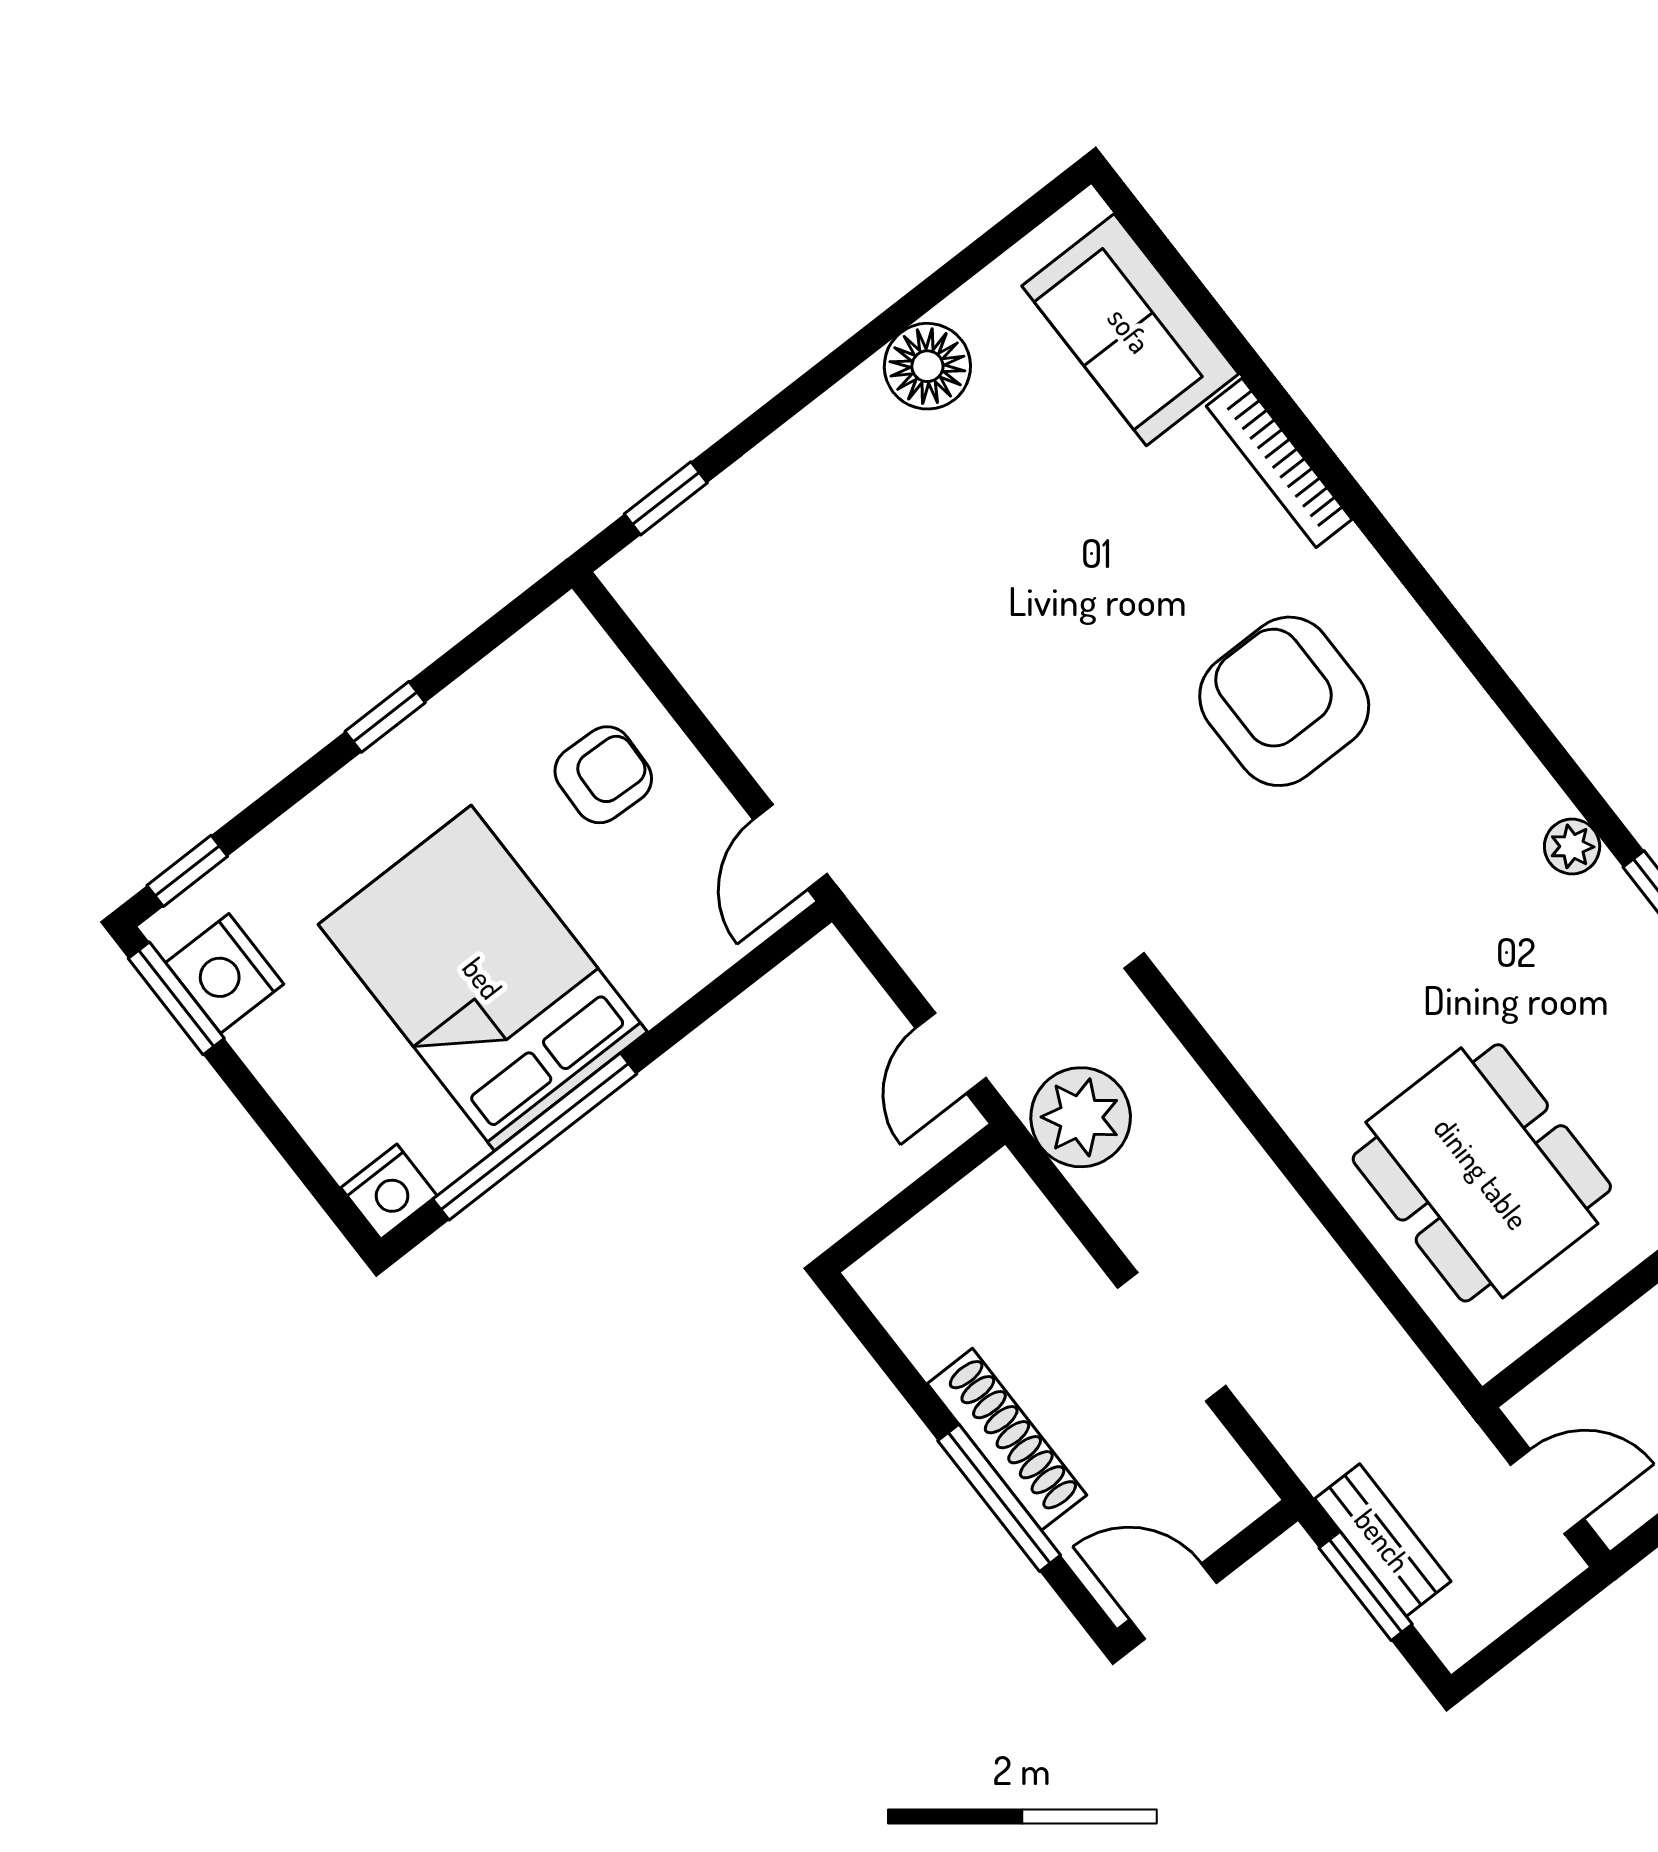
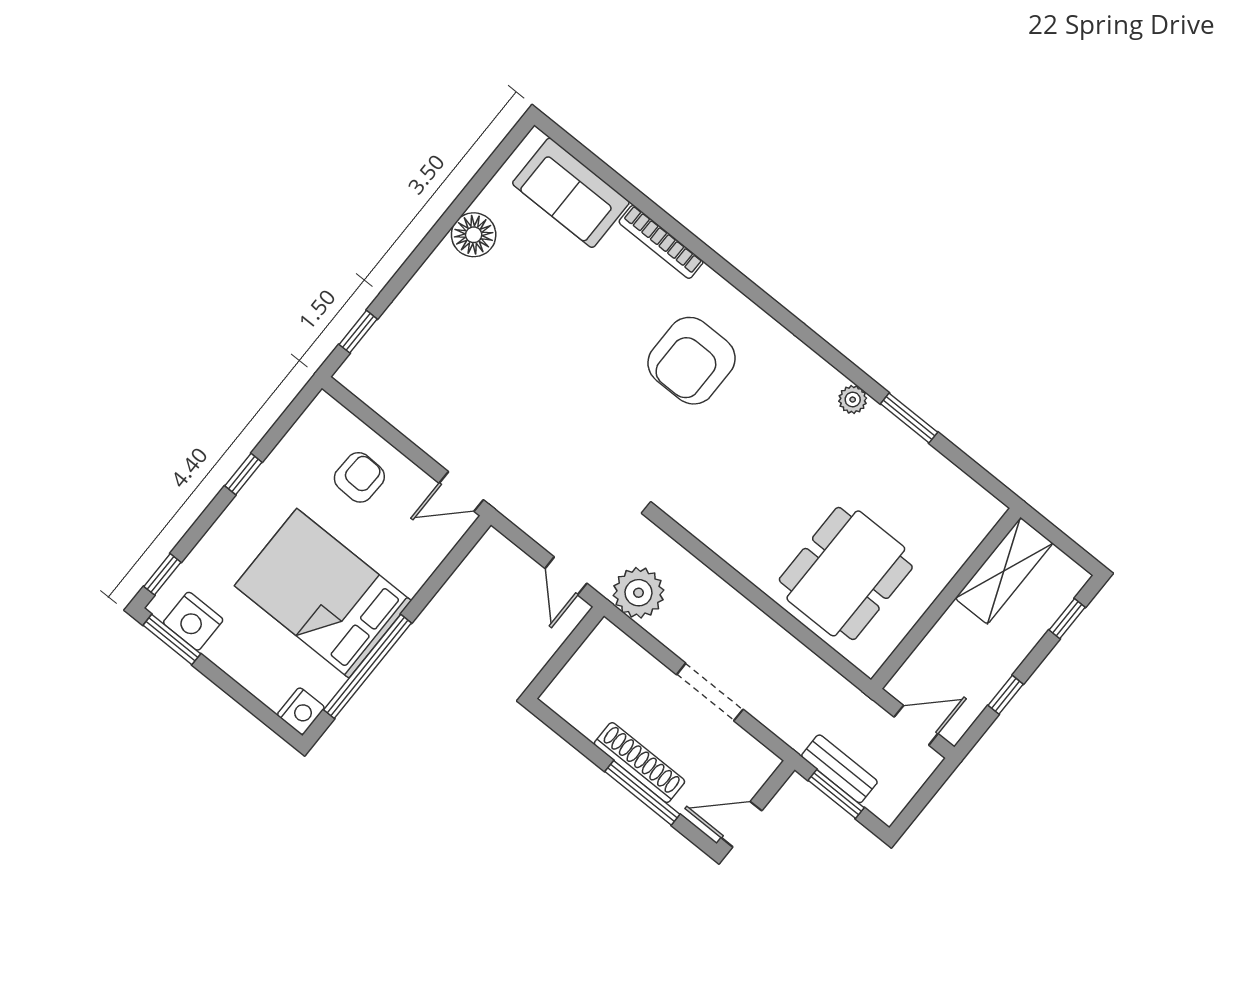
armchair: (1284, 701) -> (692, 361), turned -90
door: (790, 847) -> (461, 491), hinge flipped
dining table: (1482, 1173) -> (846, 573), turned 90

